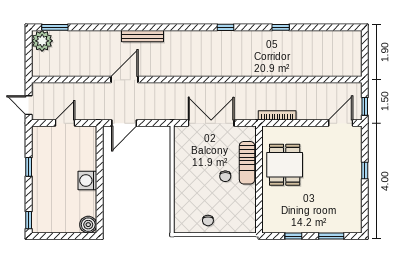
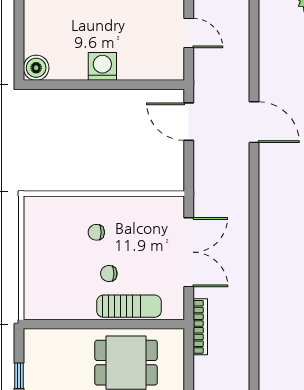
bookcase: (277, 115) -> (200, 327), moved
sun lounger: (247, 163) -> (129, 306), turned 180
chair: (208, 220) -> (96, 232), moved

